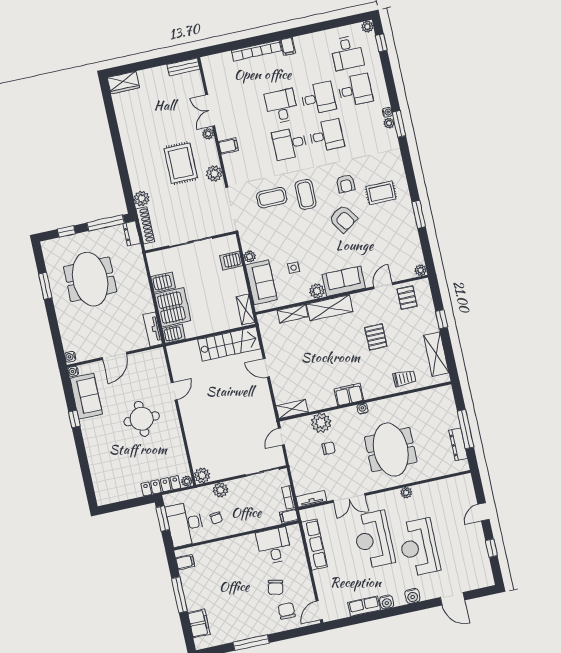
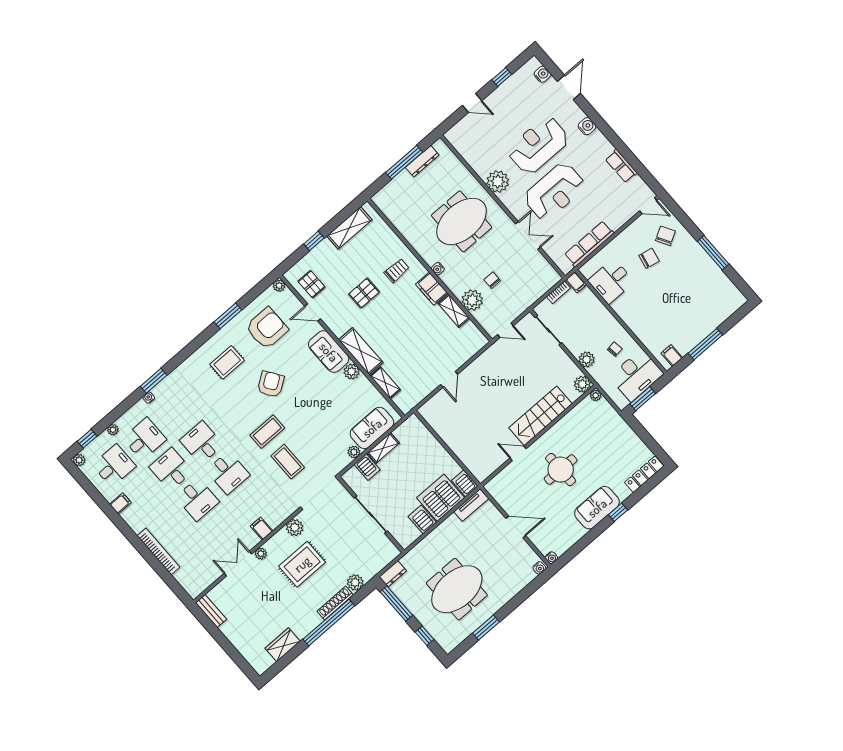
filing cabinet: (288, 46) -> (120, 503), moved
wardrobe: (123, 83) -> (283, 645), moved, turned -90
desk: (355, 90) -> (145, 439), turned 90
desk: (281, 106) -> (197, 499), turned -90
double door: (210, 110) -> (238, 564), swing flipped
plant: (389, 123) -> (113, 430), moved
window: (121, 159) -> (329, 622), added
armchair: (346, 184) -> (267, 328), moved, width x1.88, depth x1.88
rug: (381, 193) -> (227, 362), turned 90
shoe rack: (145, 225) -> (335, 603), moved
side table: (294, 268) -> (342, 405), removed
pallet: (407, 298) -> (311, 284), turned 90
shelving: (245, 310) -> (383, 448), moved
stairs: (229, 344) -> (541, 416), moved, turned -90
trolley: (404, 378) -> (397, 271), moved, turned 90
sofa: (86, 396) -> (597, 508), moved
shelving: (292, 409) -> (454, 311), moved
window: (74, 419) -> (618, 512), moved
locker: (161, 486) -> (644, 474), moved, turned 90
plant: (406, 493) -> (498, 181), width x1.88, depth x1.88
tv unit: (311, 499) -> (548, 270), removed
reception desk: (419, 547) -> (538, 145), turned 180
water cooler: (387, 602) -> (542, 74), moved
chair: (287, 611) -> (665, 236), turned 150
filing cabinet: (199, 623) -> (722, 311), removed

